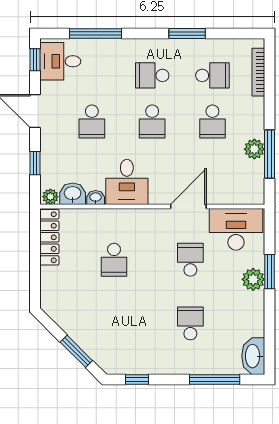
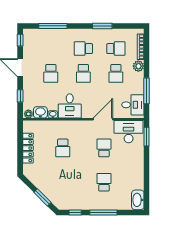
desk: (60, 61) -> (133, 105), moved, turned 180
plant: (254, 149) -> (138, 66), moved
locker: (49, 237) -> (28, 148), moved
window: (269, 272) -> (147, 137), moved
plant: (253, 279) -> (138, 159), removed
window: (215, 379) -> (103, 213), moved

